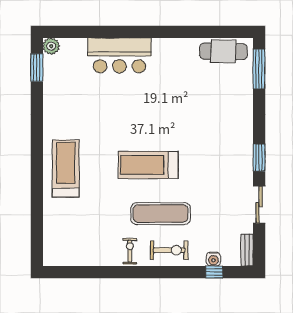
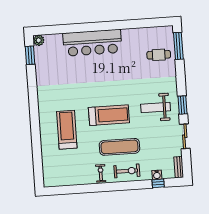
cafe table: (223, 51) -> (159, 55), moved, width x0.73, depth x0.74
bar counter: (119, 55) -> (92, 43), width x1.36
weight bench: (219, 159) -> (156, 108), added
treadmill: (148, 165) -> (109, 115), turned 180
treadmill: (66, 169) -> (67, 130), moved

